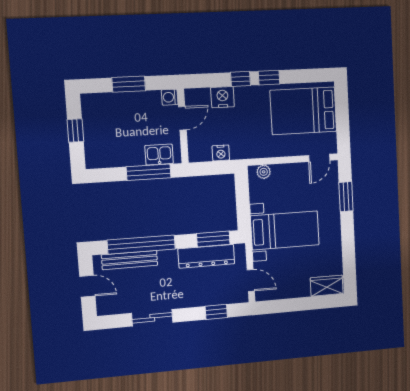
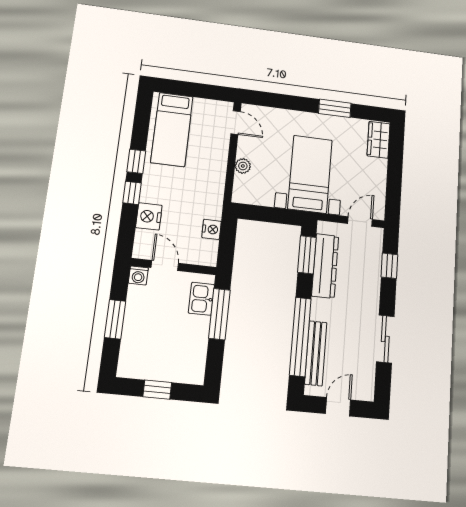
bed: (303, 111) -> (172, 129), width x0.67
plant: (264, 172) -> (243, 166), moved
window: (346, 197) -> (335, 108), moved

